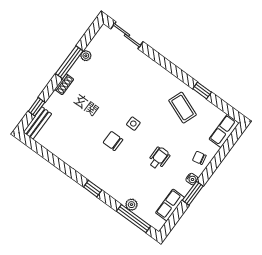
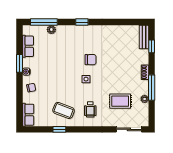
rug: (114, 73) -> (120, 101), added
wheelchair: (159, 158) -> (90, 109), moved

